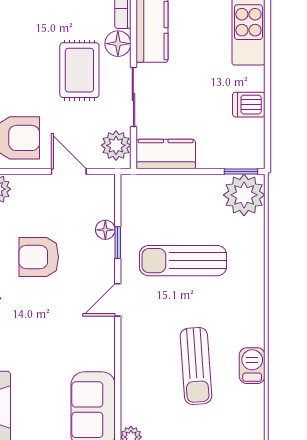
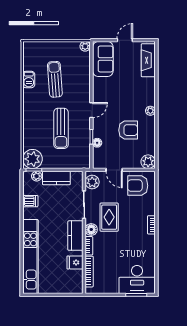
kitchen counter: (166, 154) -> (56, 178), moved
plant: (235, 158) -> (37, 176), added
sun lounger: (183, 261) -> (61, 128), turned 90

